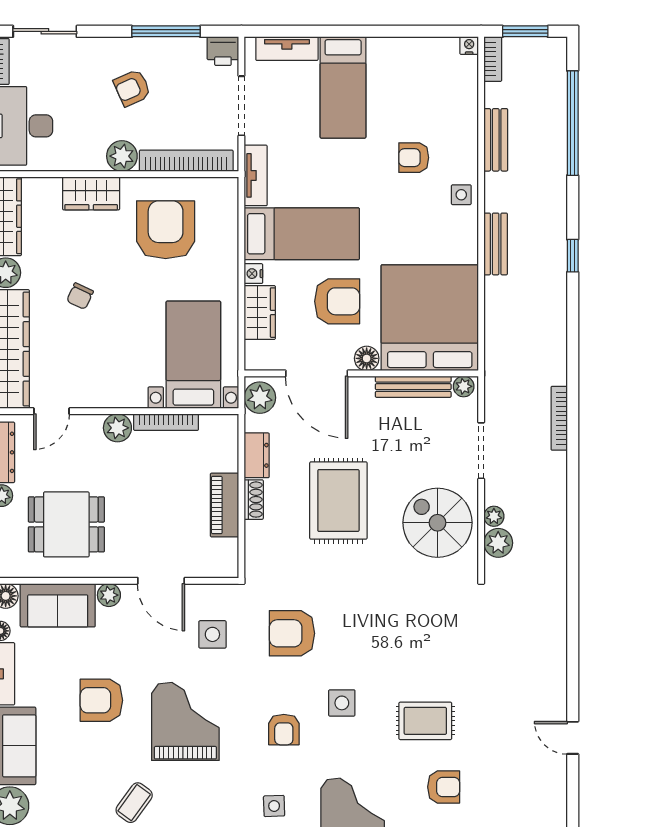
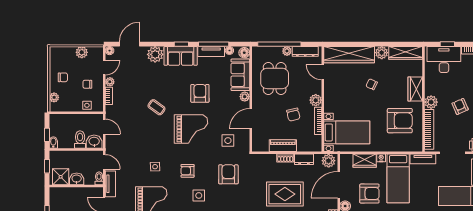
armchair: (337, 301) -> (369, 194), turned -90
chair: (151, 480) -> (293, 115), added

